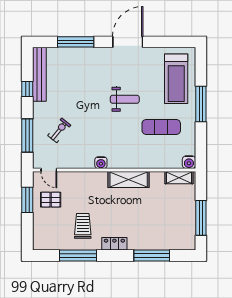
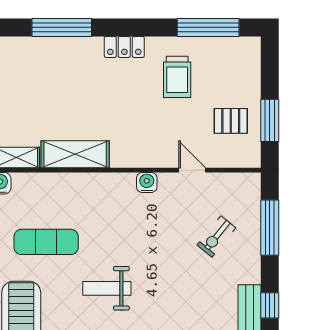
door: (49, 170) -> (192, 170), moved
shelving: (129, 180) -> (75, 154), moved
window: (78, 256) -> (208, 27), moved

